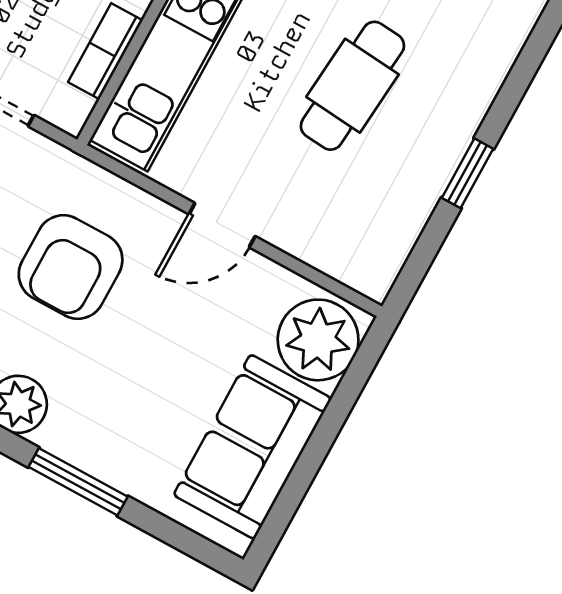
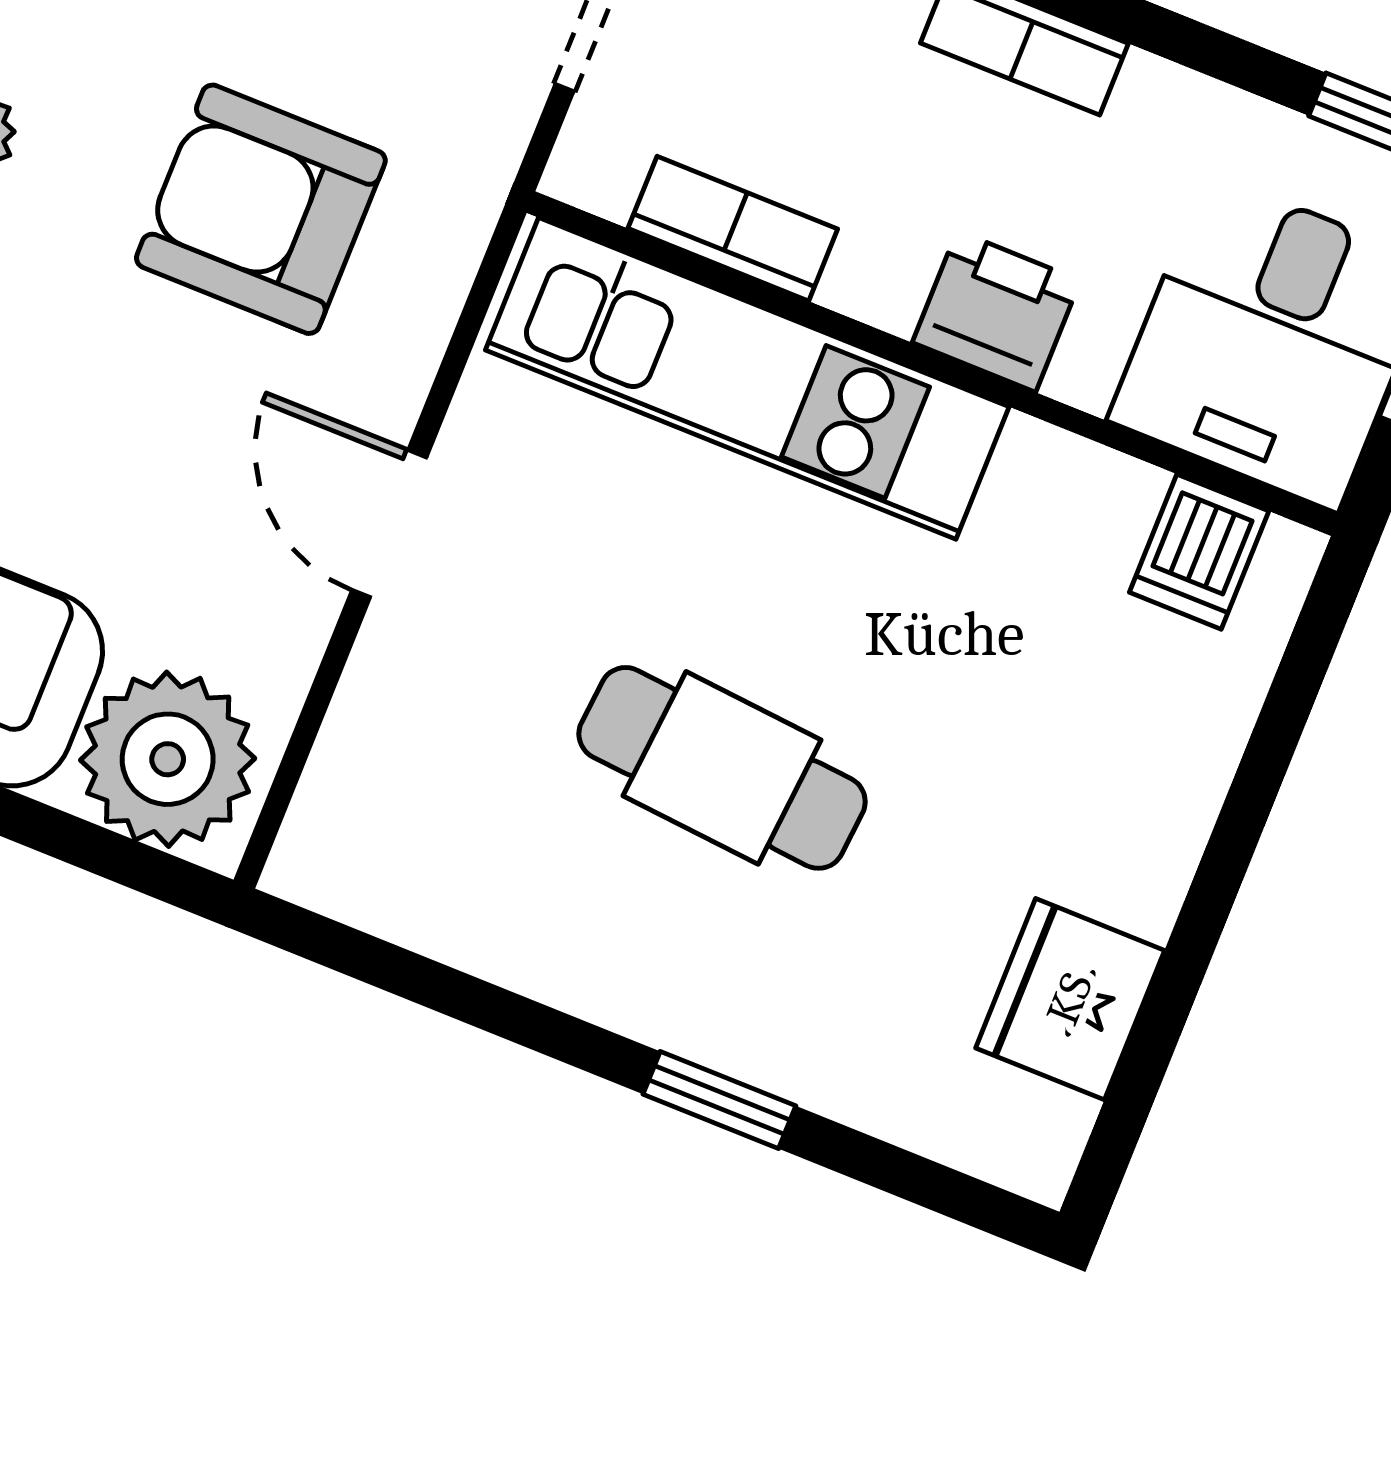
window: (468, 173) -> (719, 1100), moved

